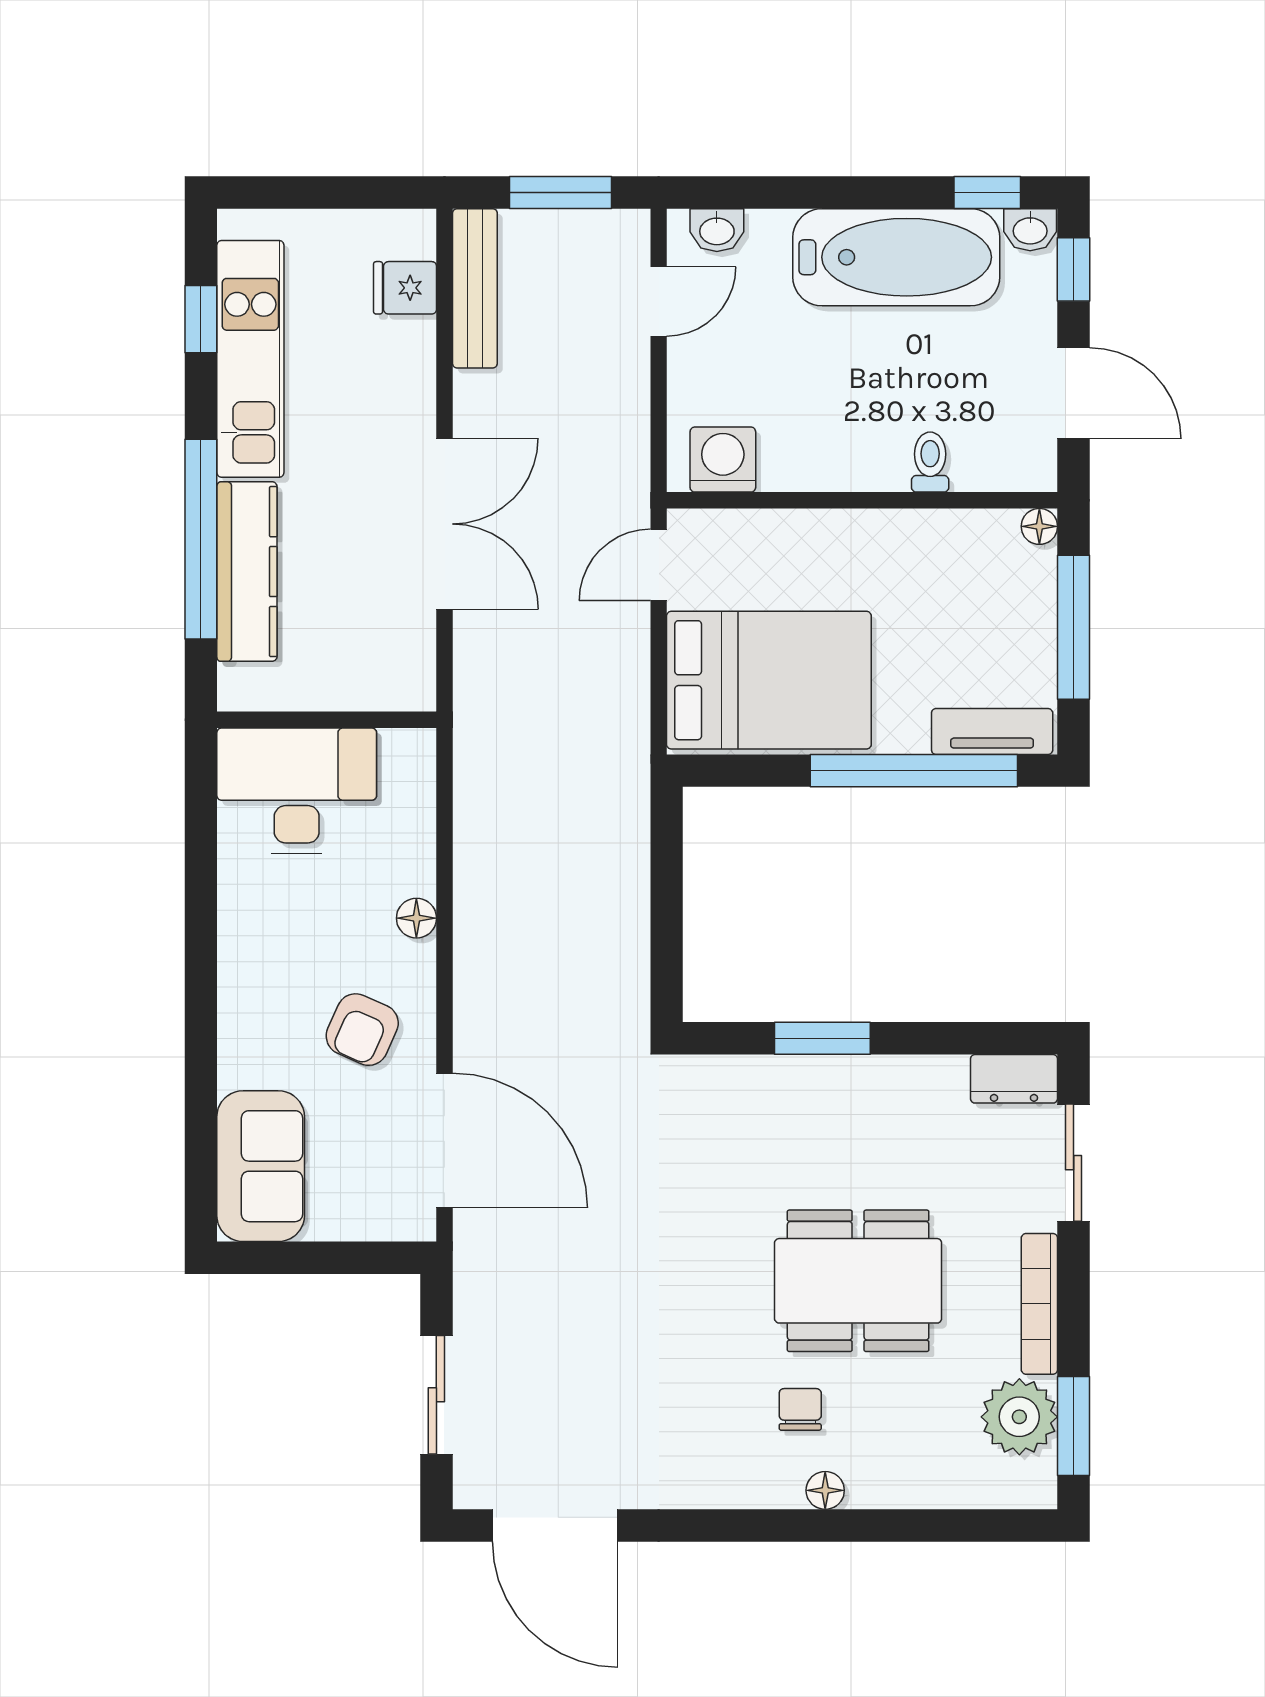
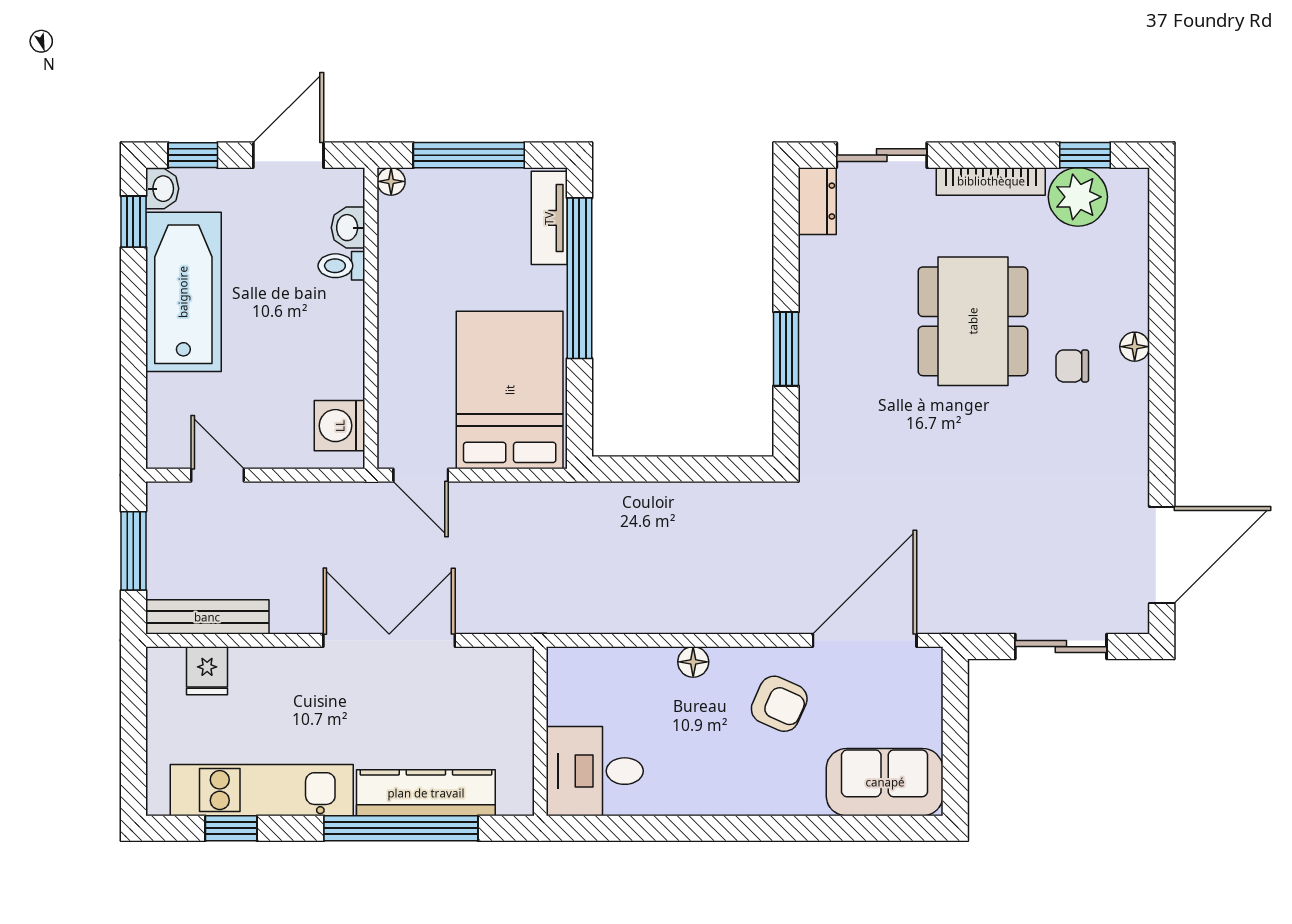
washbasin: (717, 230) -> (348, 228), moved, turned 180
desk: (297, 790) -> (595, 771), width x0.73
window: (1074, 1426) -> (1085, 155), width x0.67

